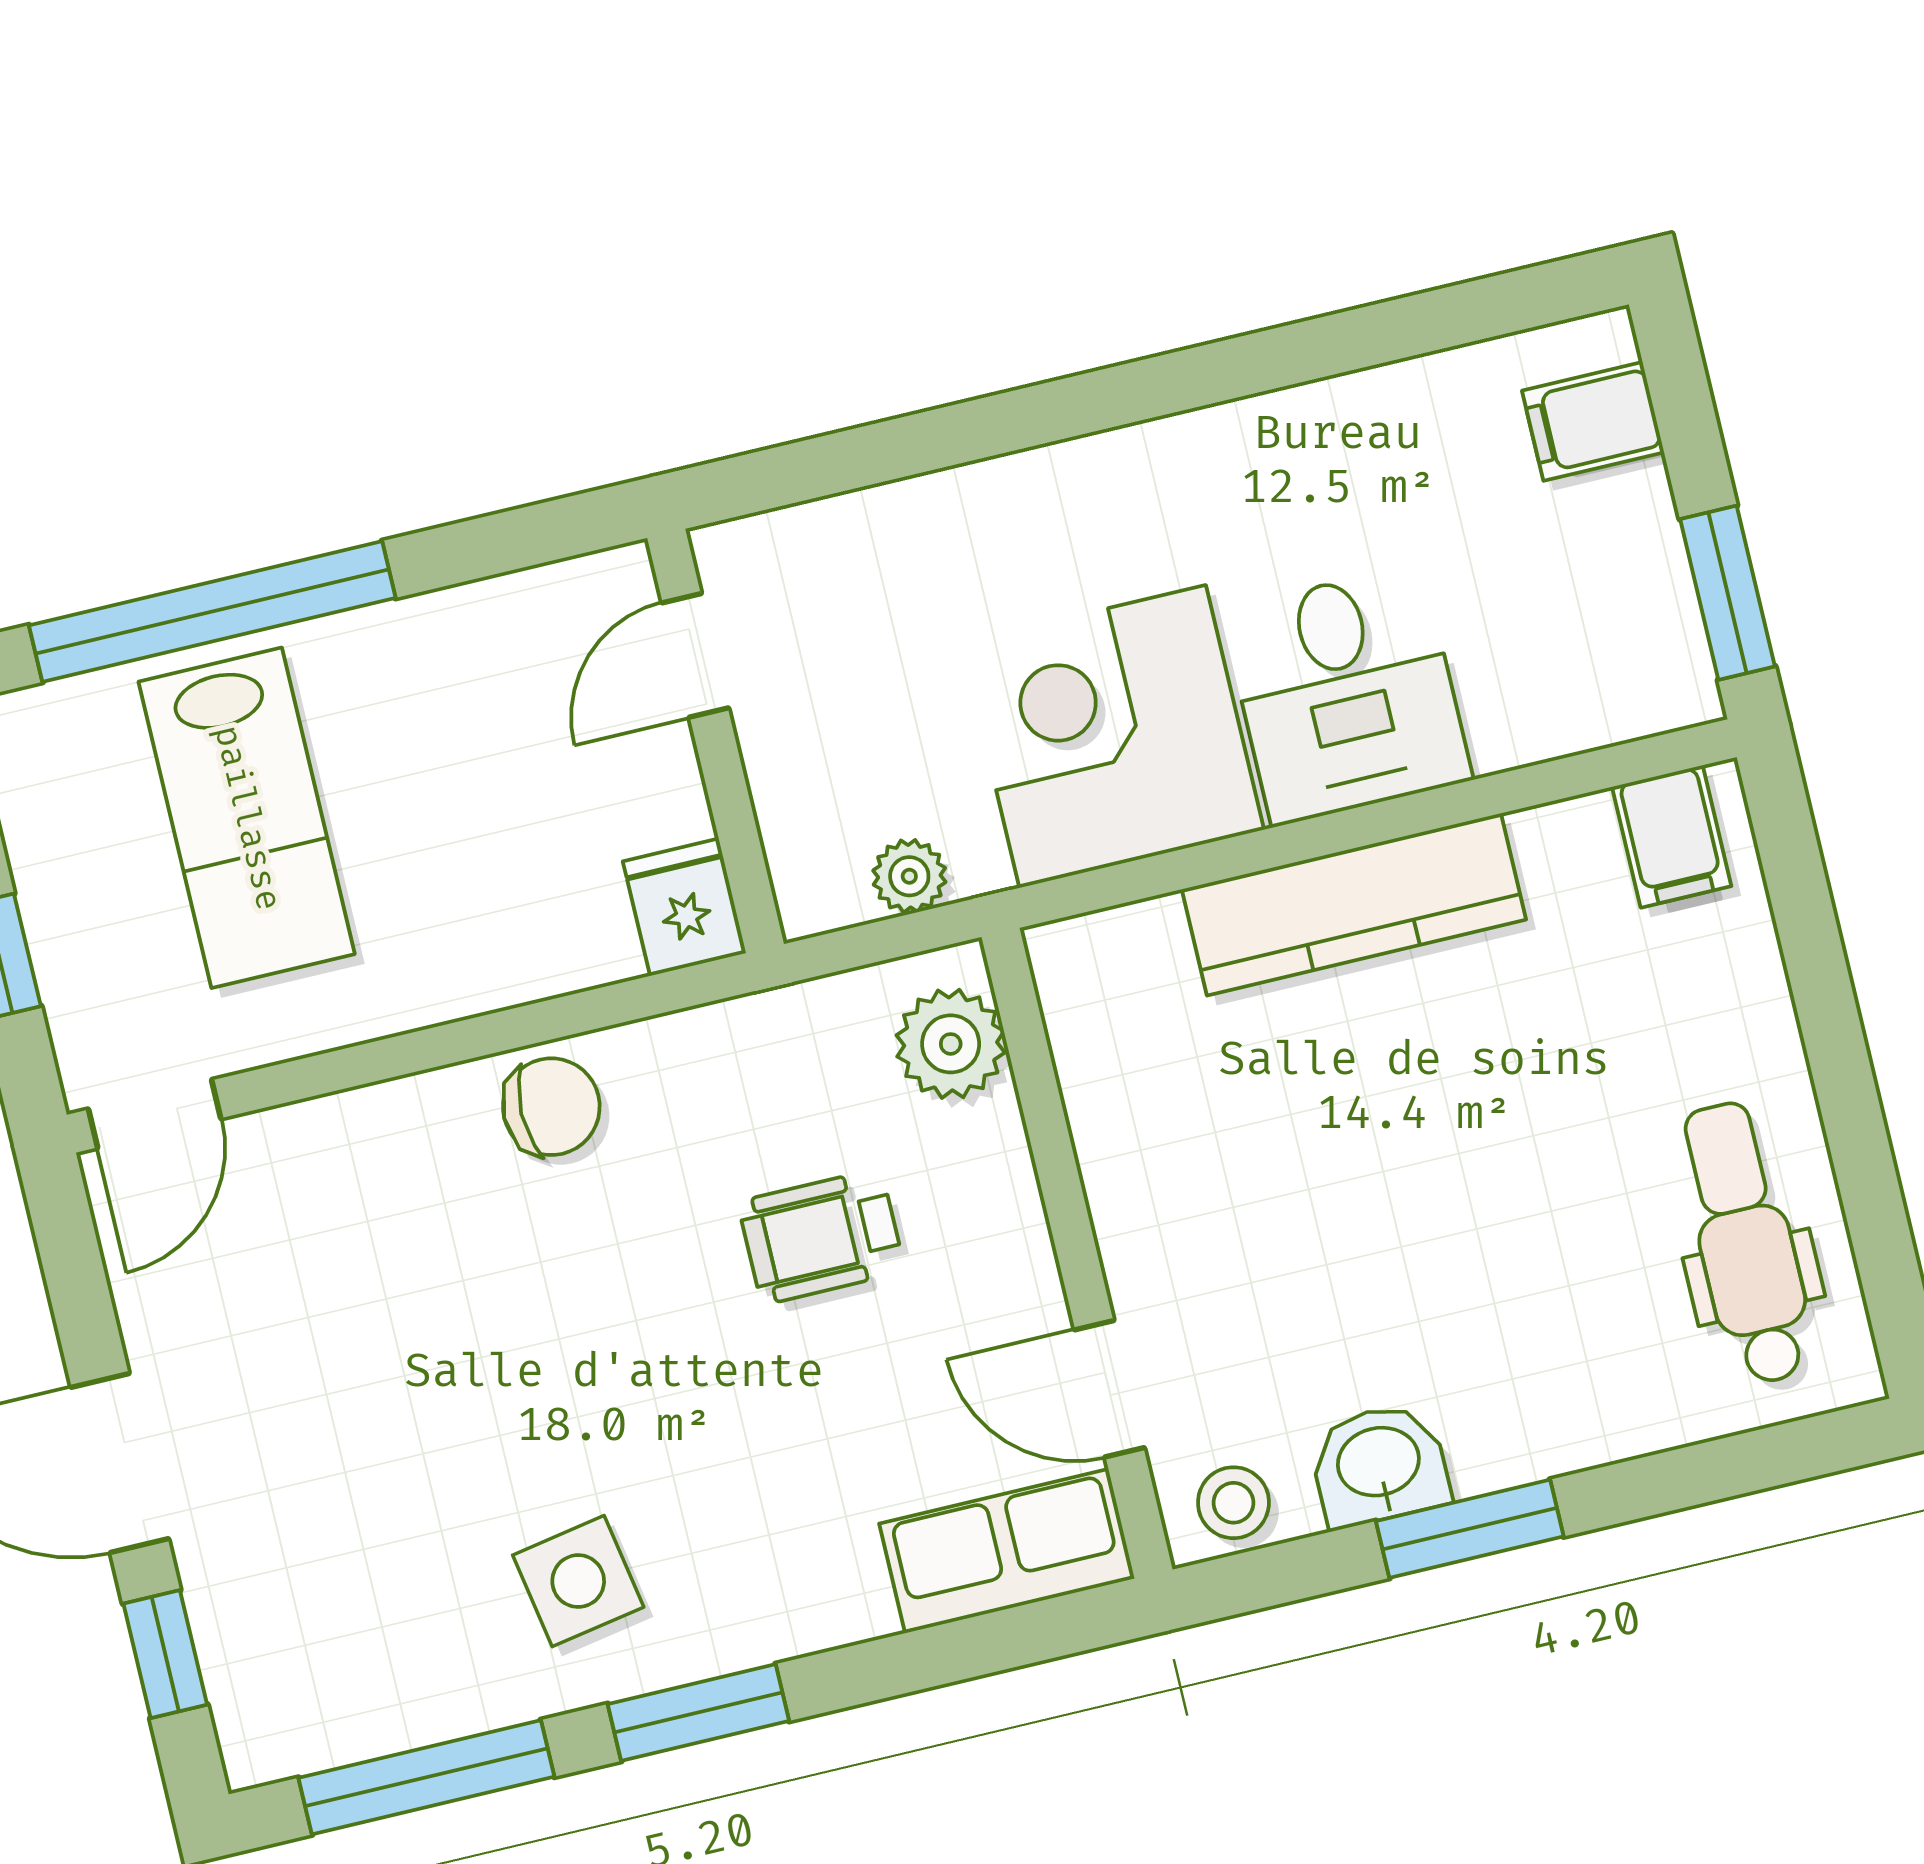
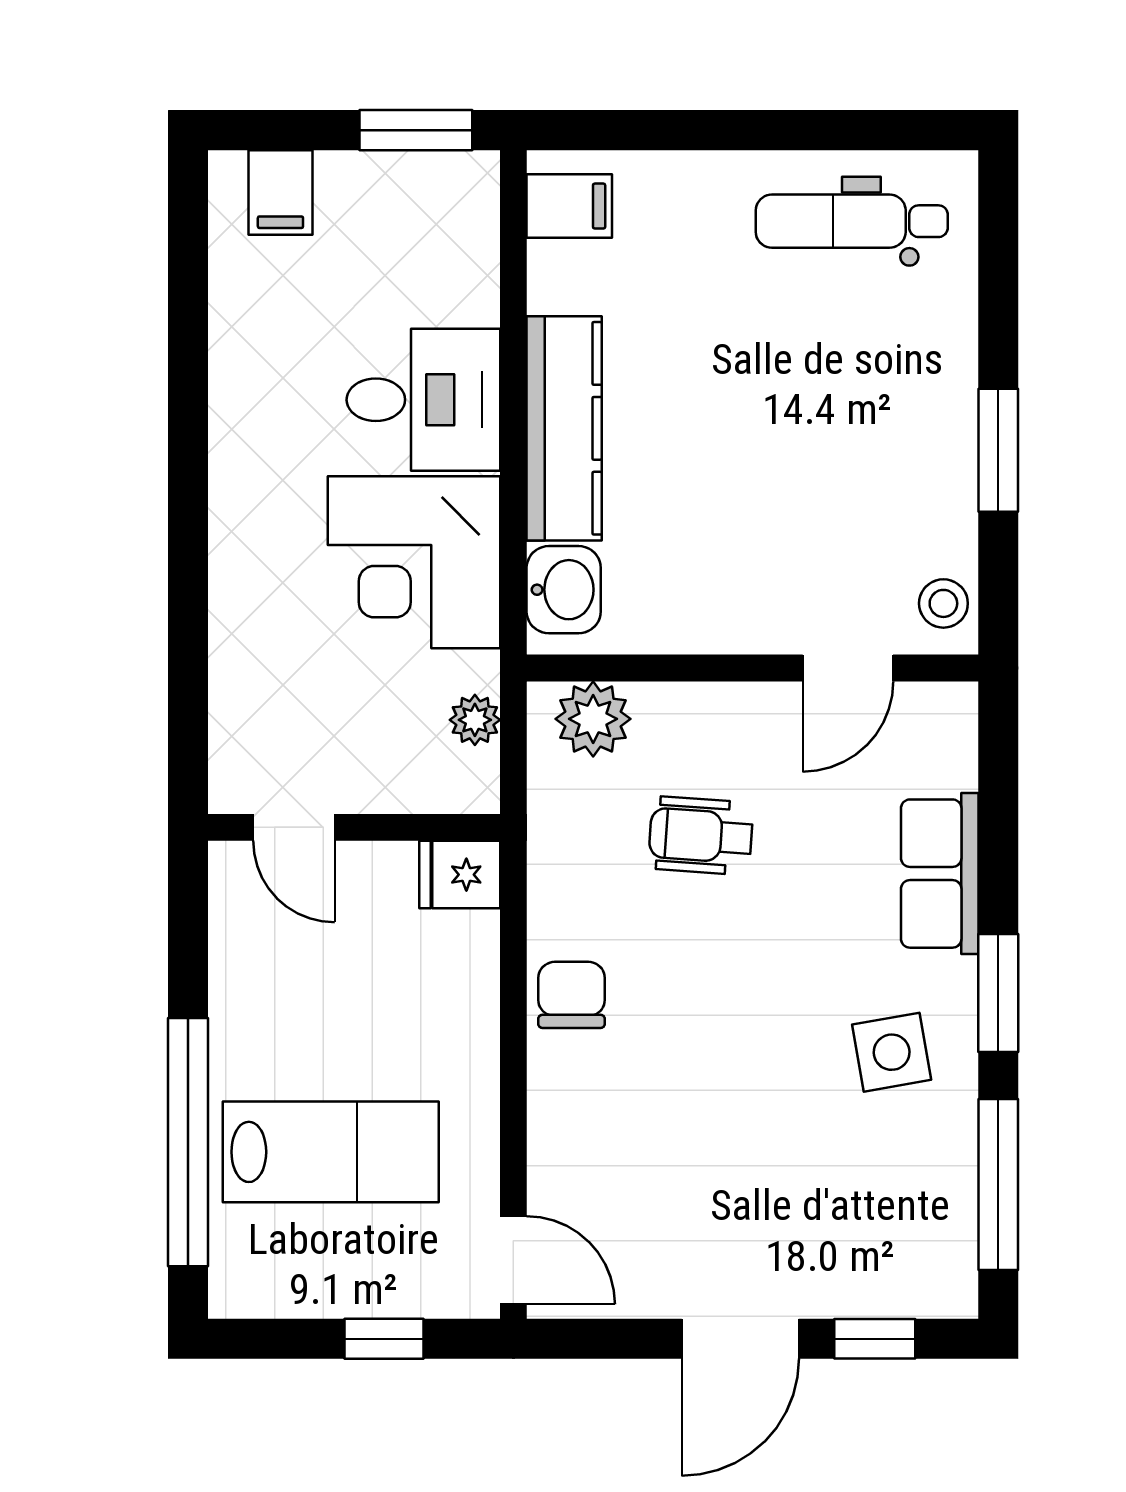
wheelchair: (821, 1237) -> (701, 836), turned 94
washbasin: (1379, 1465) -> (564, 590), moved, turned 180
row of seats: (1007, 1551) -> (940, 874), moved

